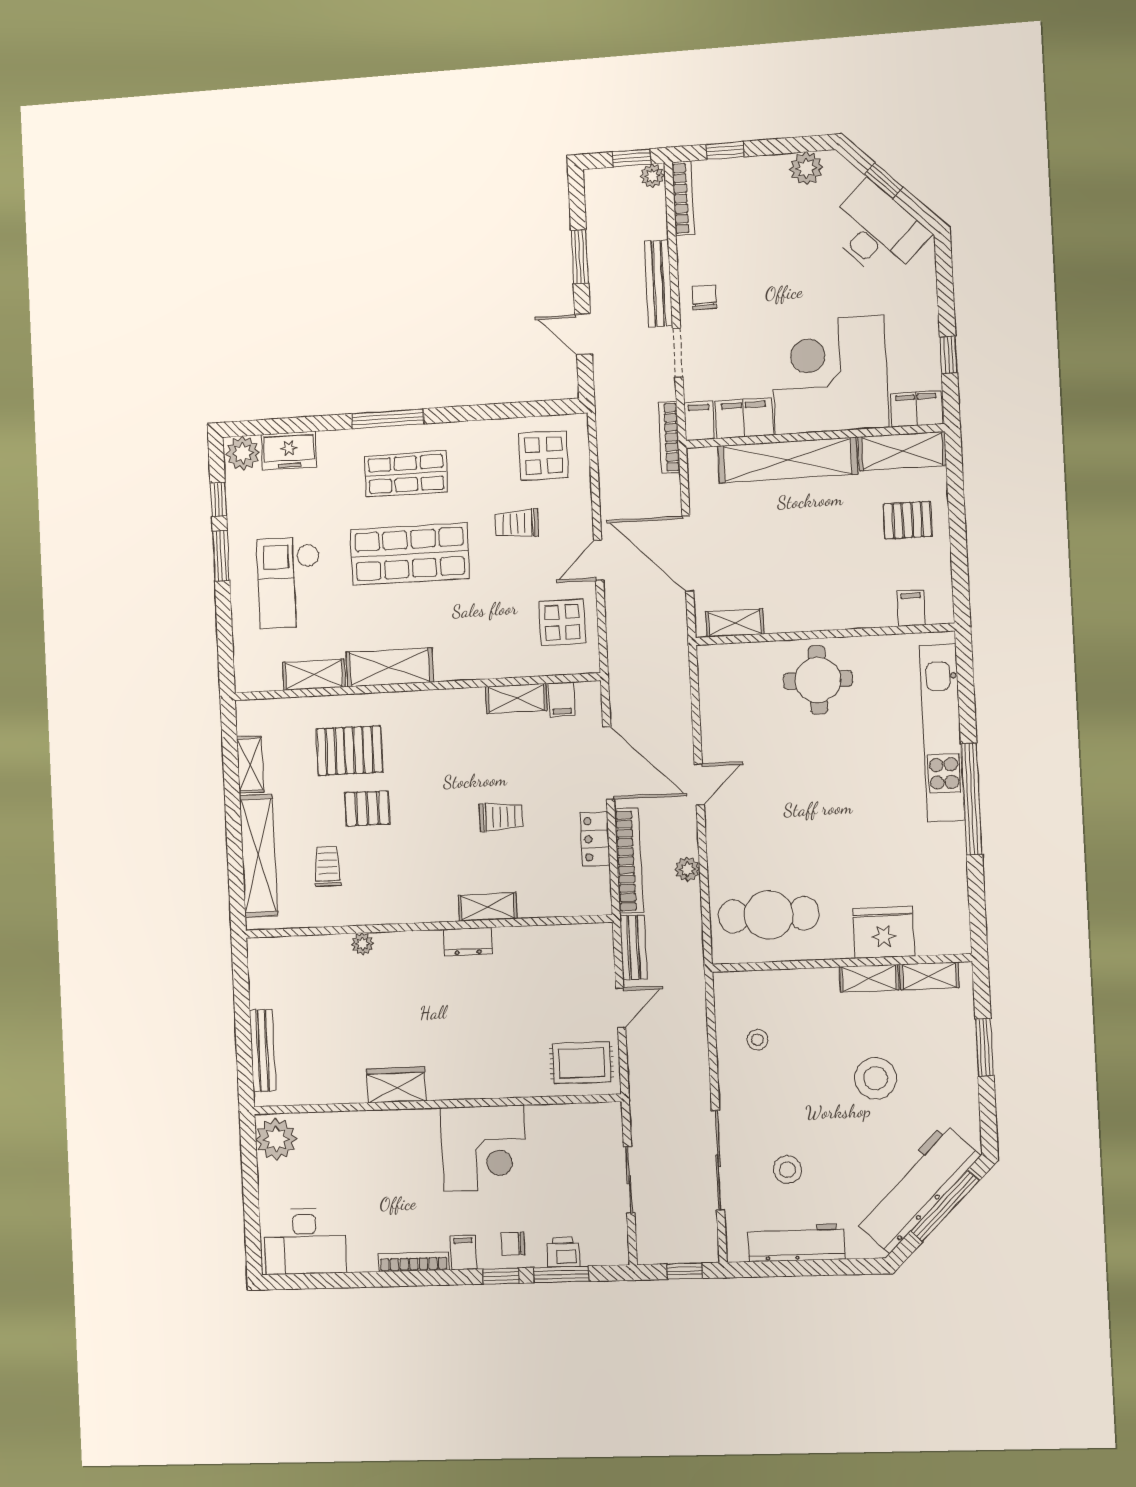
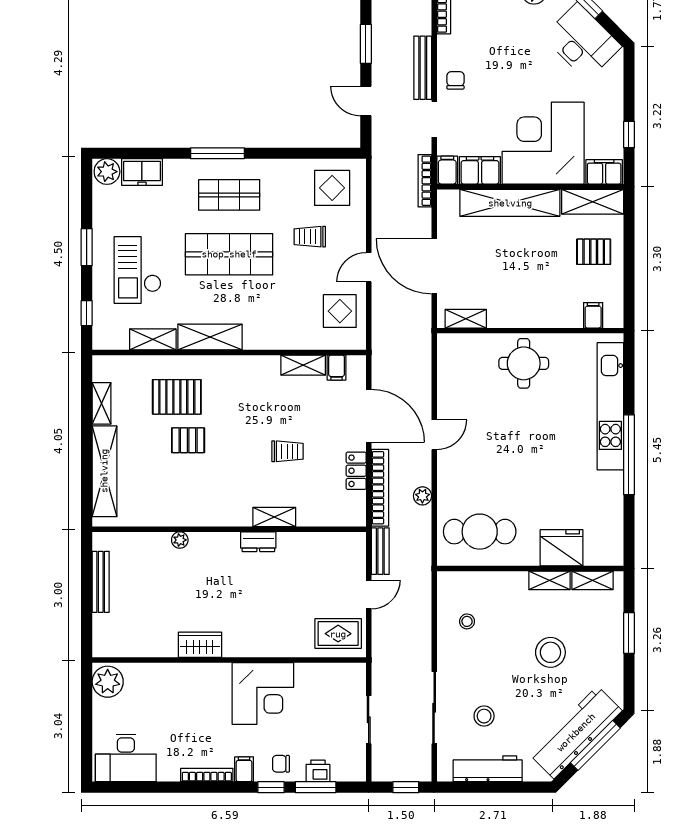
window: (218, 500) -> (87, 313), moved
trolley: (327, 866) -> (156, 482), removed
bench: (263, 1051) -> (101, 582), moved

